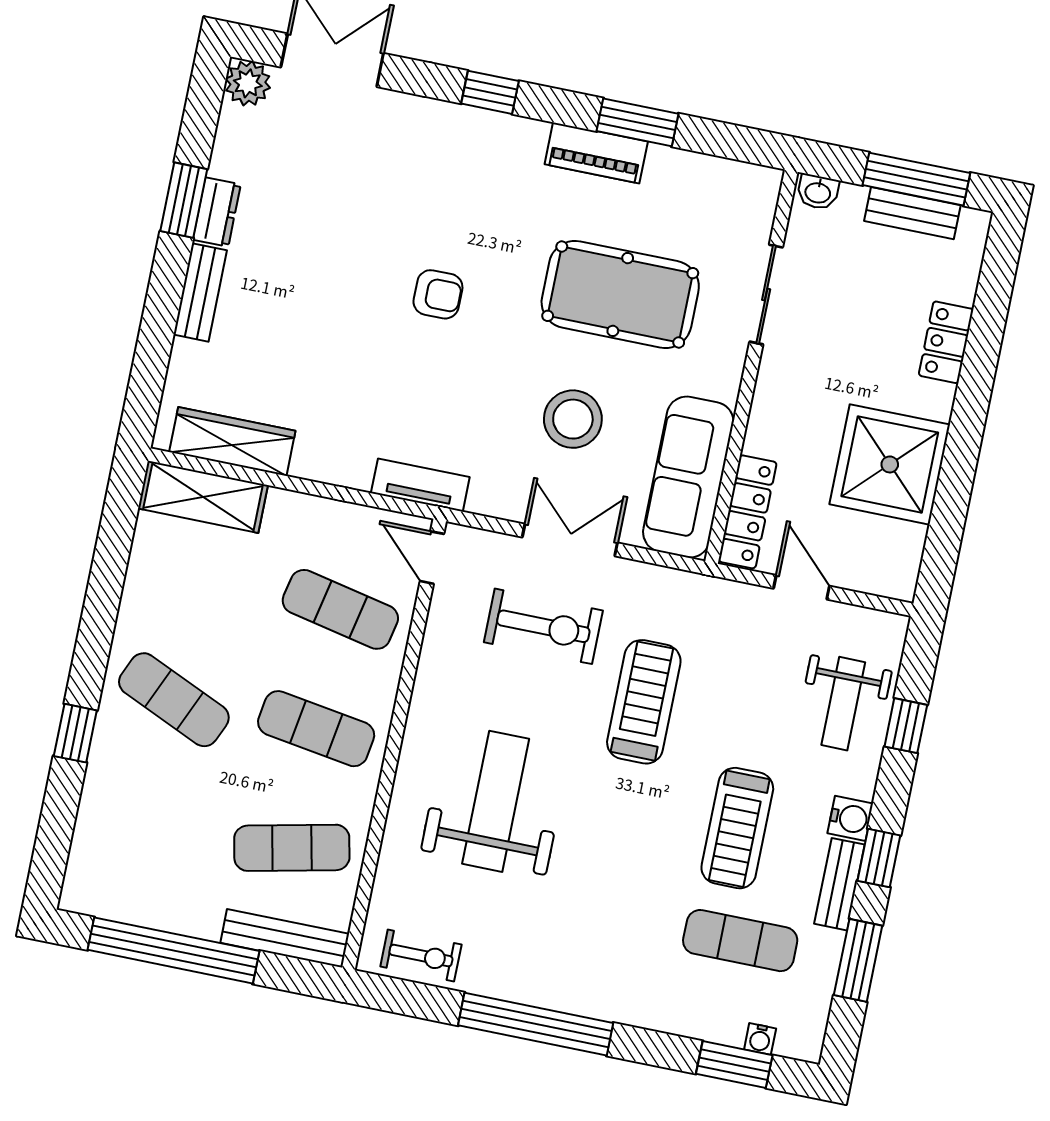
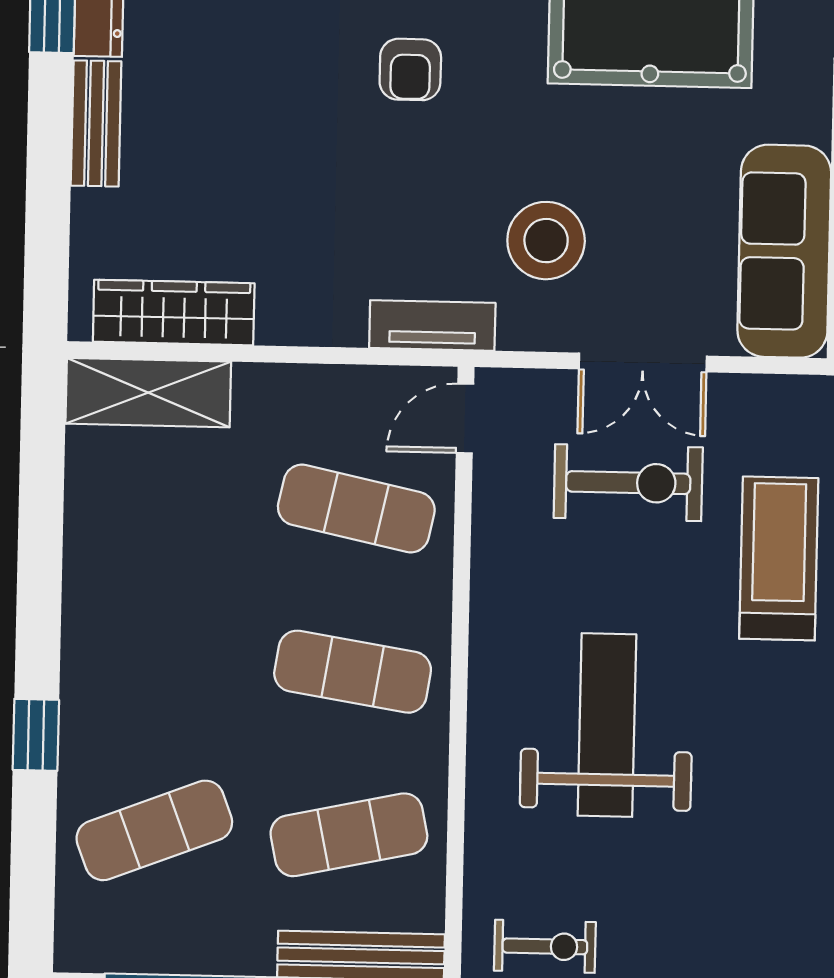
armchair: (438, 294) -> (410, 69), turned 90
stool: (573, 419) -> (546, 241), moved
double door: (570, 540) -> (643, 363), swing flipped
door: (432, 558) -> (465, 418), hinge flipped
exercise mat: (174, 700) -> (154, 830), moved, turned -45

